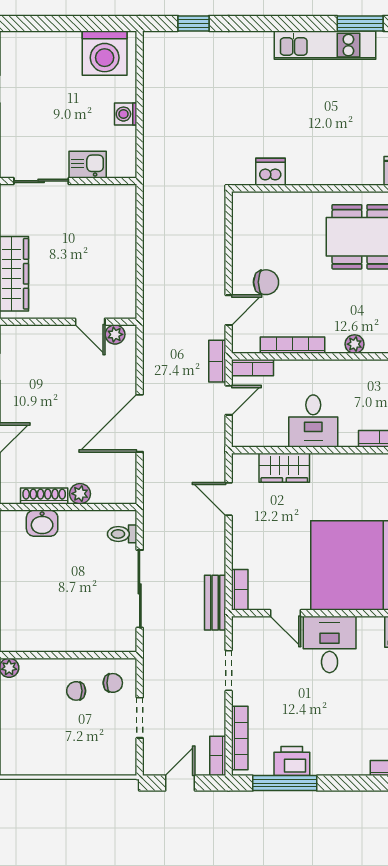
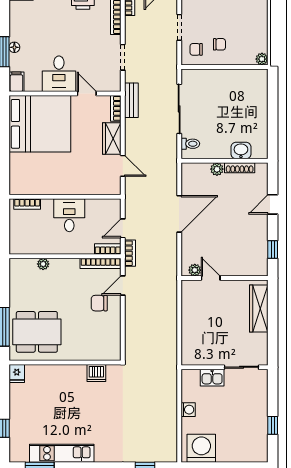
bookcase: (293, 345) -> (101, 263), moved
wardrobe: (284, 468) -> (112, 138), moved, turned -90

